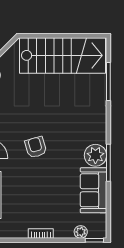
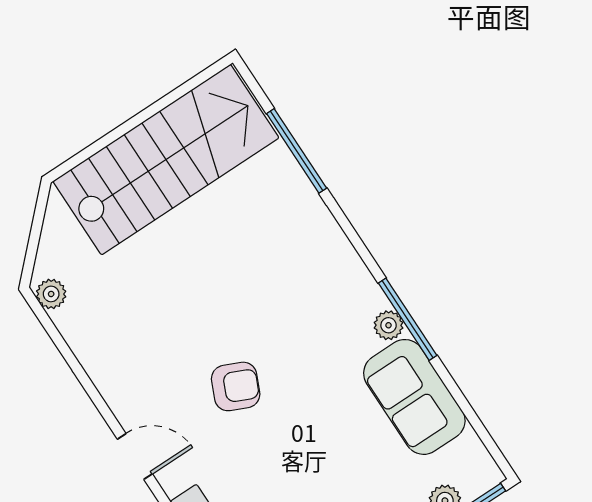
armchair: (36, 147) -> (236, 386), turned 130
plant: (95, 155) -> (389, 325), width x0.53, depth x0.53

